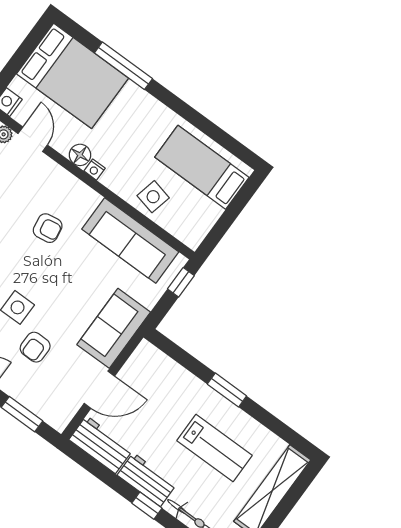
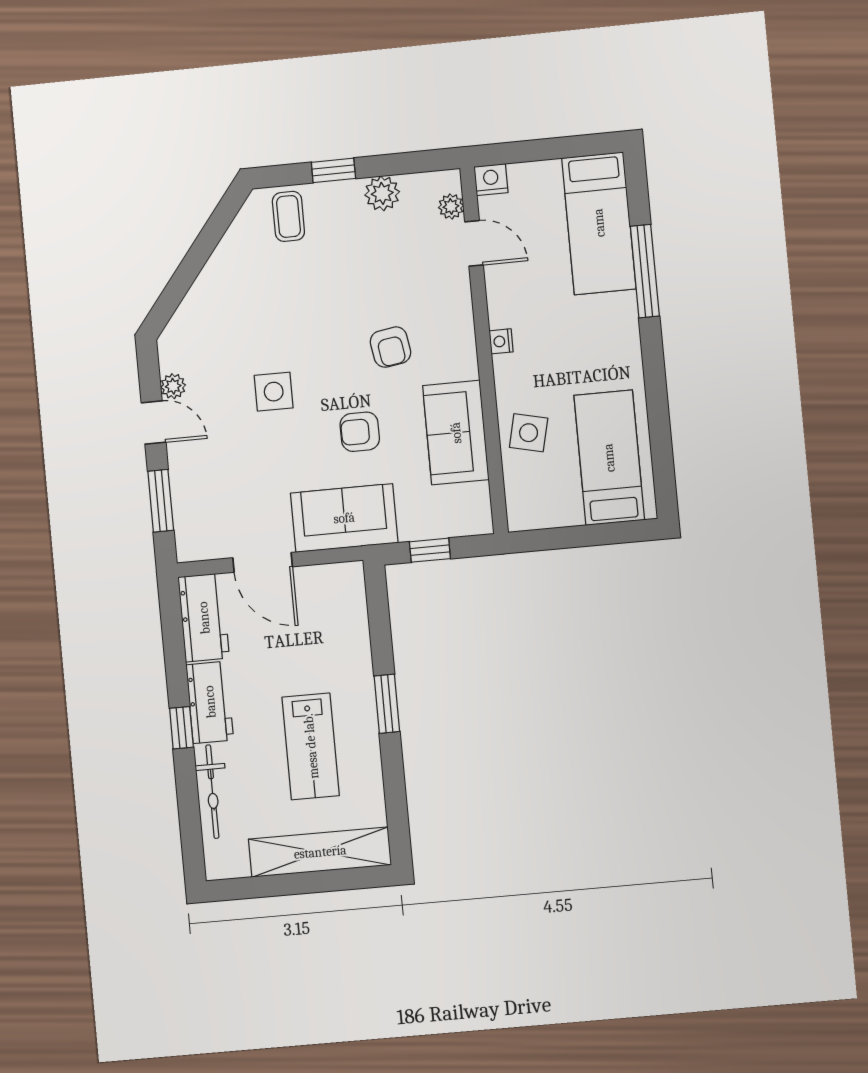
bed: (73, 76) -> (599, 223), width x0.67
door: (33, 139) -> (474, 243), hinge flipped
floor lamp: (80, 155) -> (503, 311), removed
sofa: (130, 241) -> (456, 433), width x0.73
window: (181, 282) -> (430, 550), moved
armchair: (35, 347) -> (360, 432), moved

